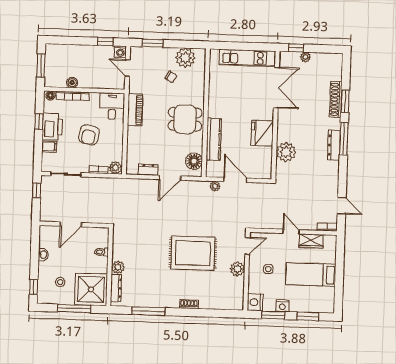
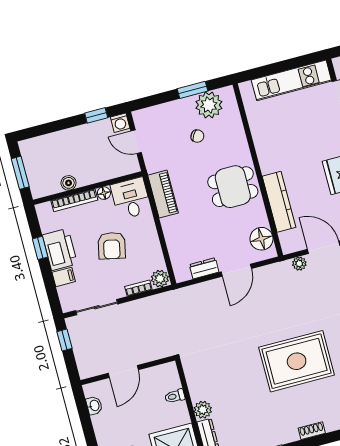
window: (153, 43) -> (192, 90), moved
floor lamp: (50, 95) -> (104, 193), moved
washbasin: (43, 255) -> (94, 406), moved

